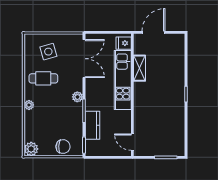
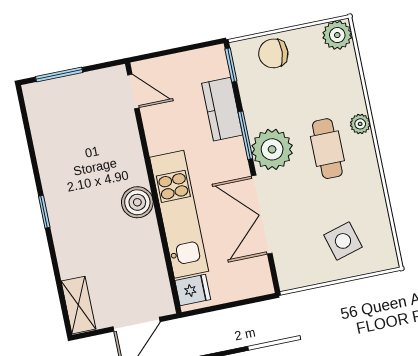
double door: (84, 59) -> (262, 215), moved
shelving: (140, 68) -> (78, 305), moved
cafe table: (43, 78) -> (327, 149), moved, turned 90
boiler: (141, 90) -> (137, 202), added
plant: (77, 97) -> (272, 149), width x1.87, depth x1.87

